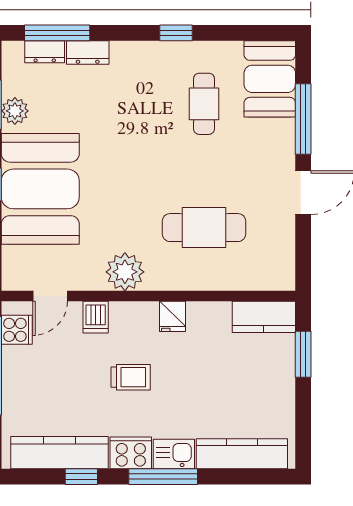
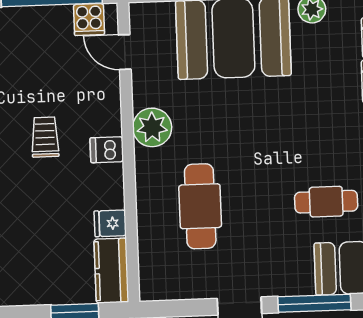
fridge: (172, 316) -> (110, 223), moved
dishwasher: (96, 317) -> (107, 150), moved
trolley: (131, 377) -> (45, 137), turned 180

